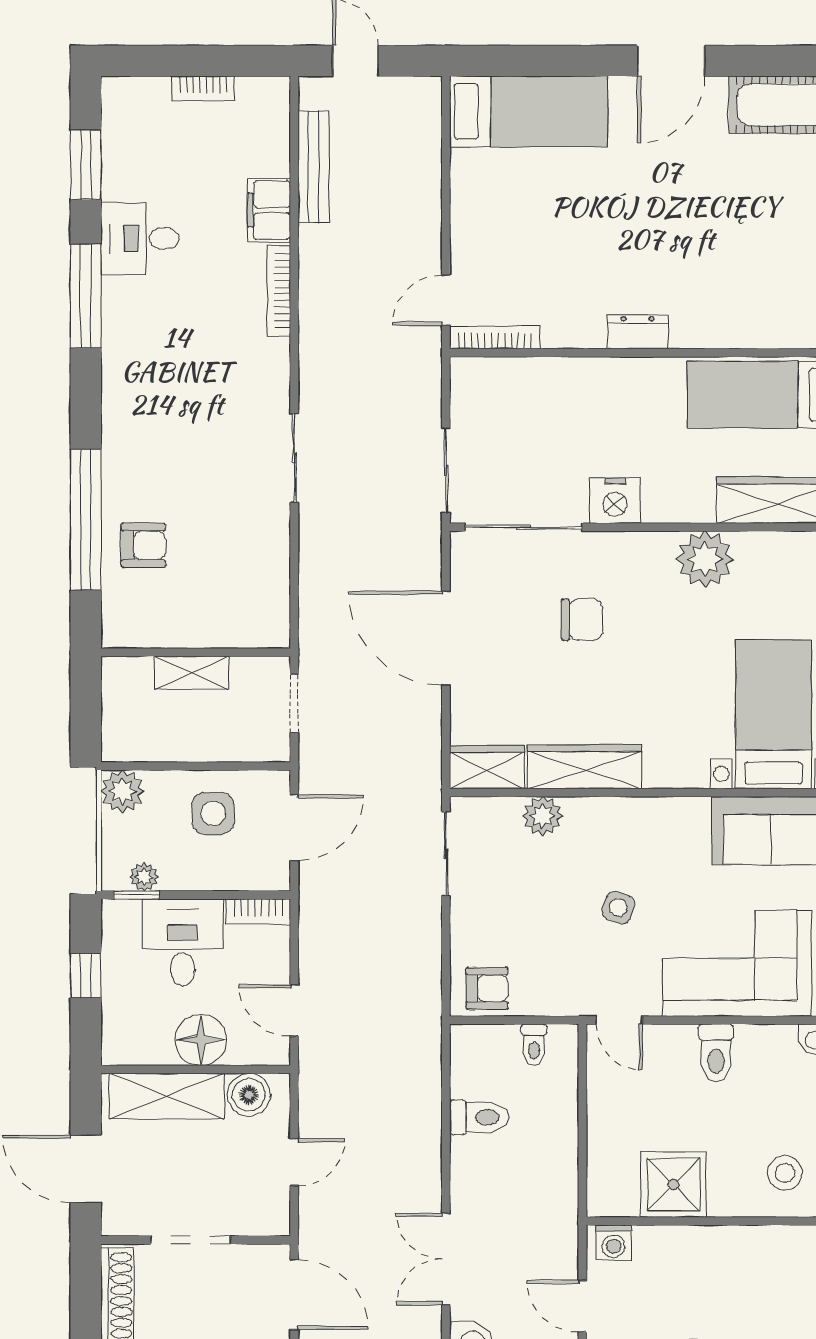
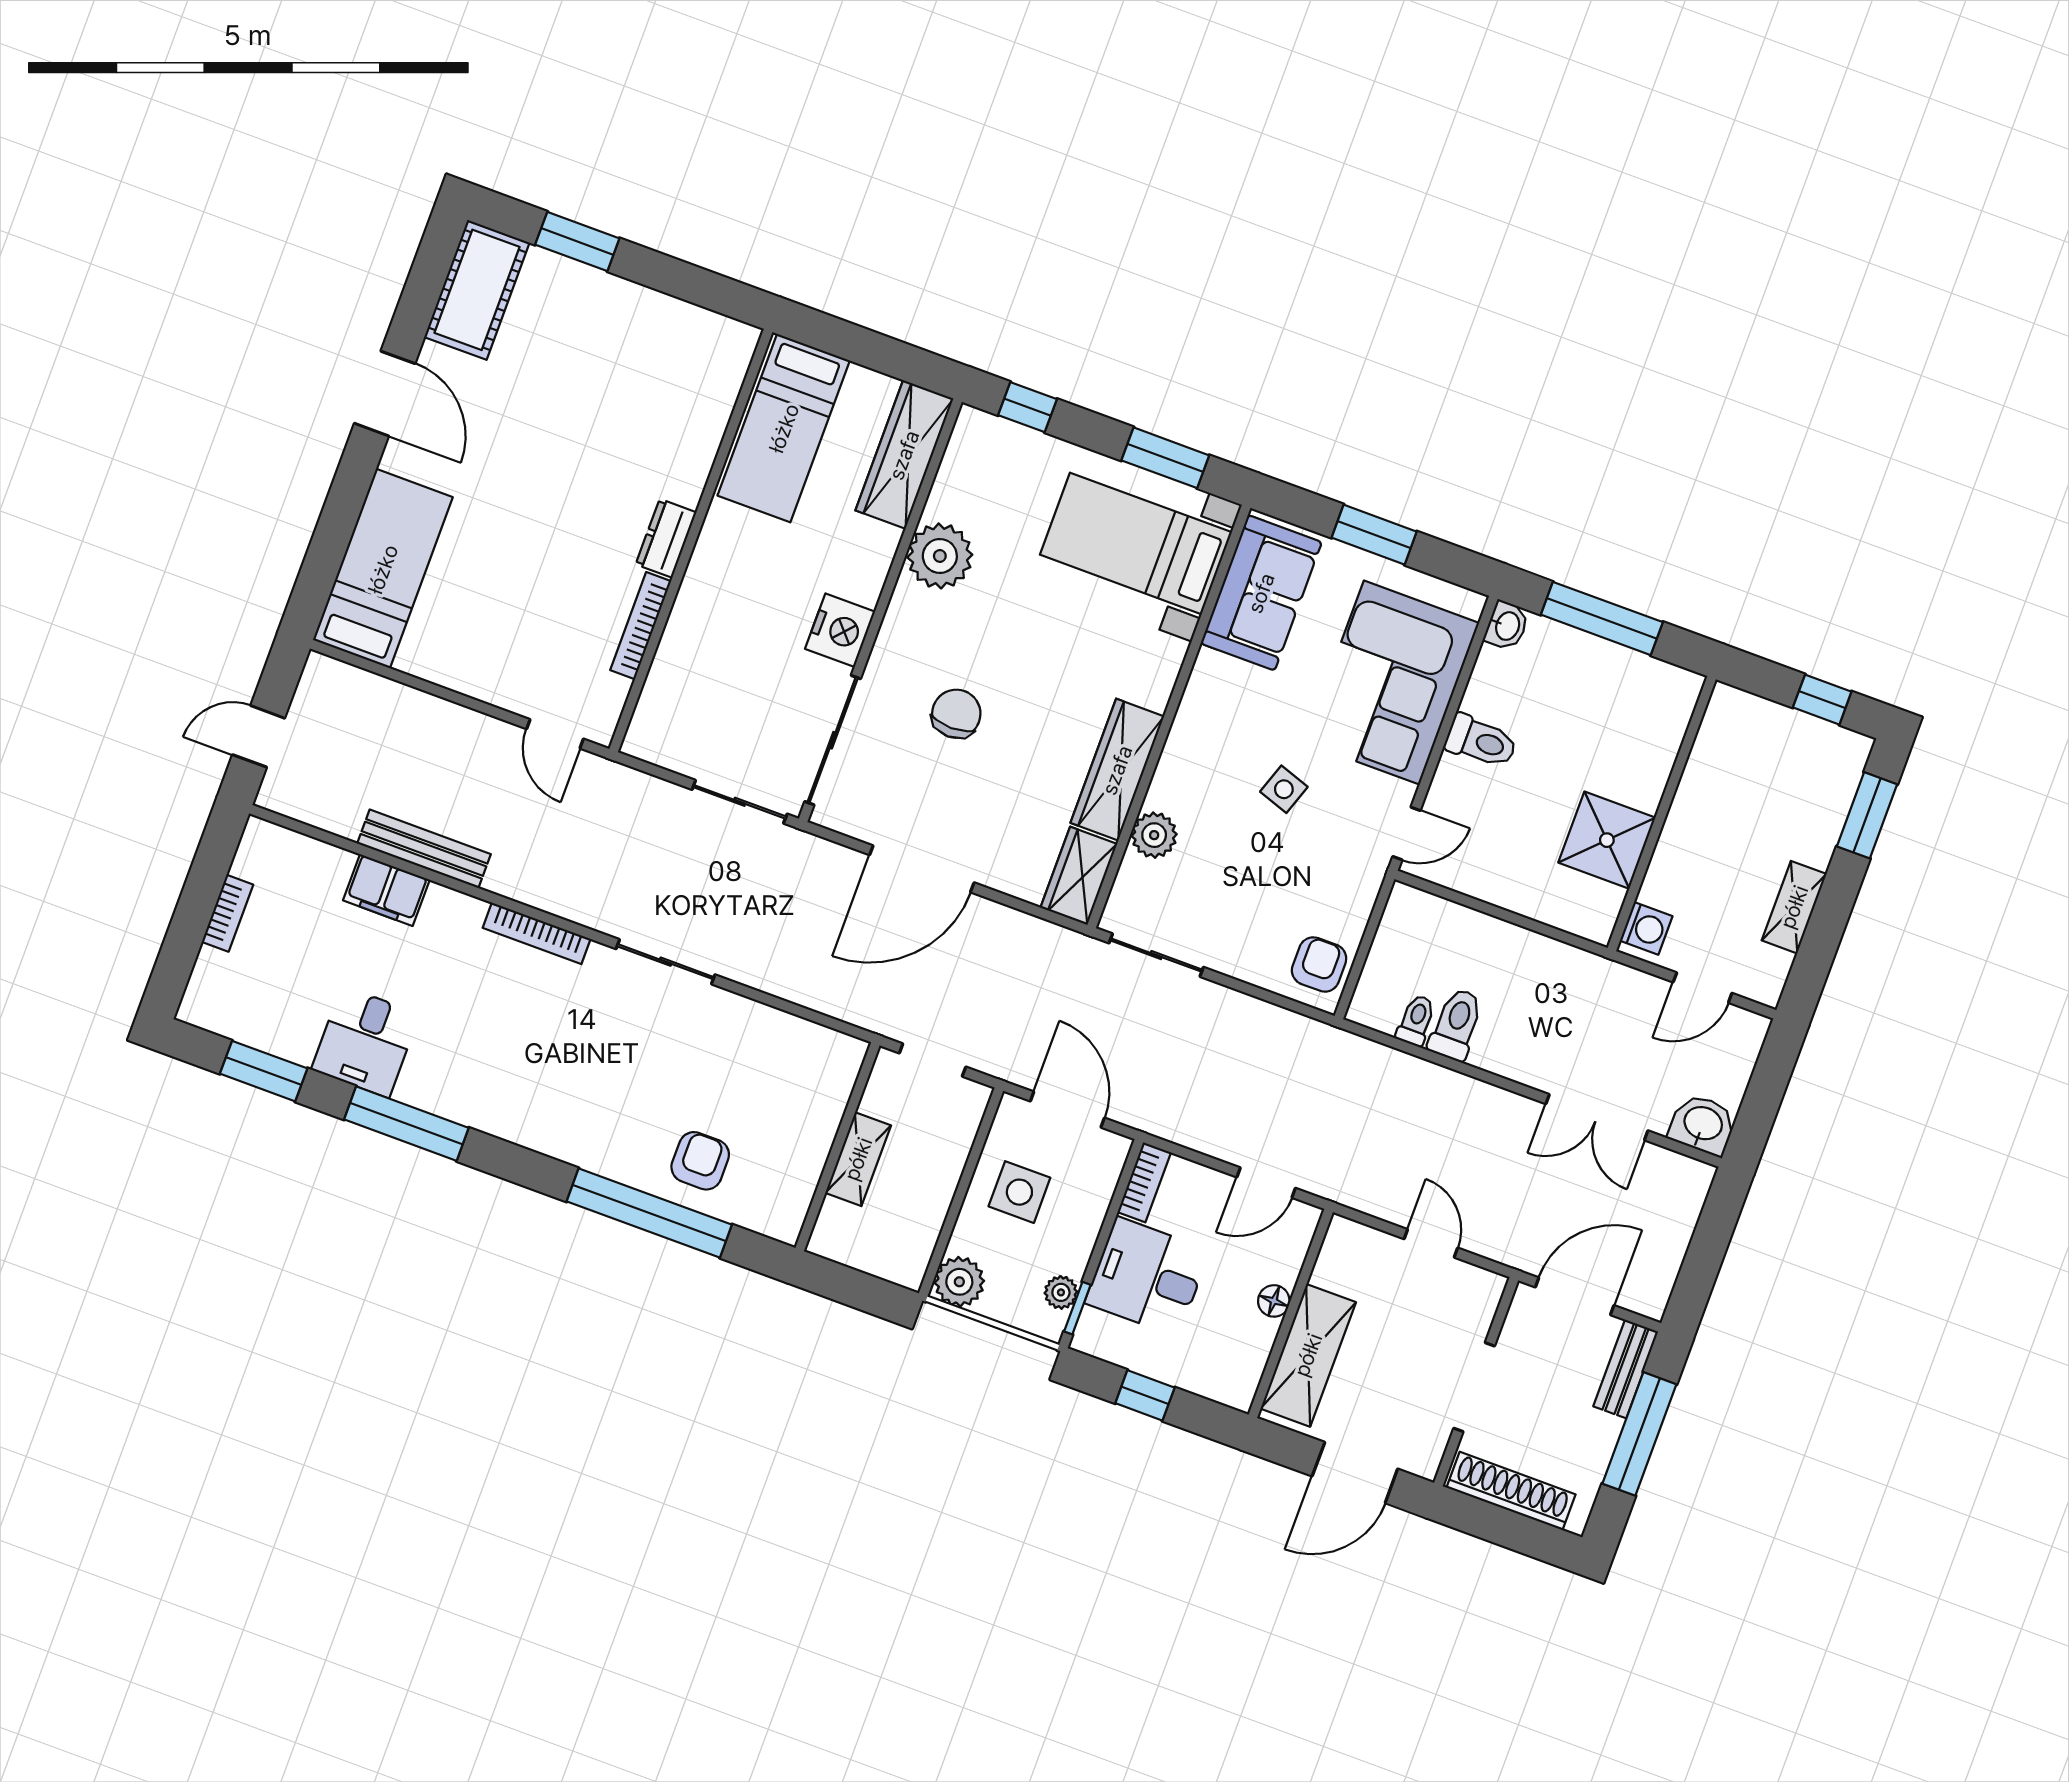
bench: (314, 167) -> (424, 849), moved
bookcase: (279, 291) -> (537, 933), moved
bookcase: (495, 337) -> (641, 626), moved
floor lamp: (201, 1040) -> (1274, 1301), width x0.53, depth x0.53
toilet: (534, 1045) -> (1416, 1020), moved, turned -90
boiler: (249, 1095) -> (1339, 1266), removed
stool: (785, 1173) -> (1639, 714), removed

